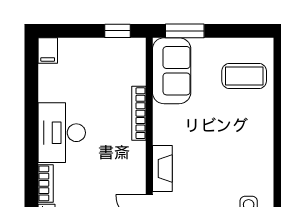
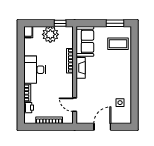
window: (185, 31) -> (115, 23), moved
plant: (96, 56) -> (50, 34), added
fireplace: (162, 169) -> (81, 68), moved

